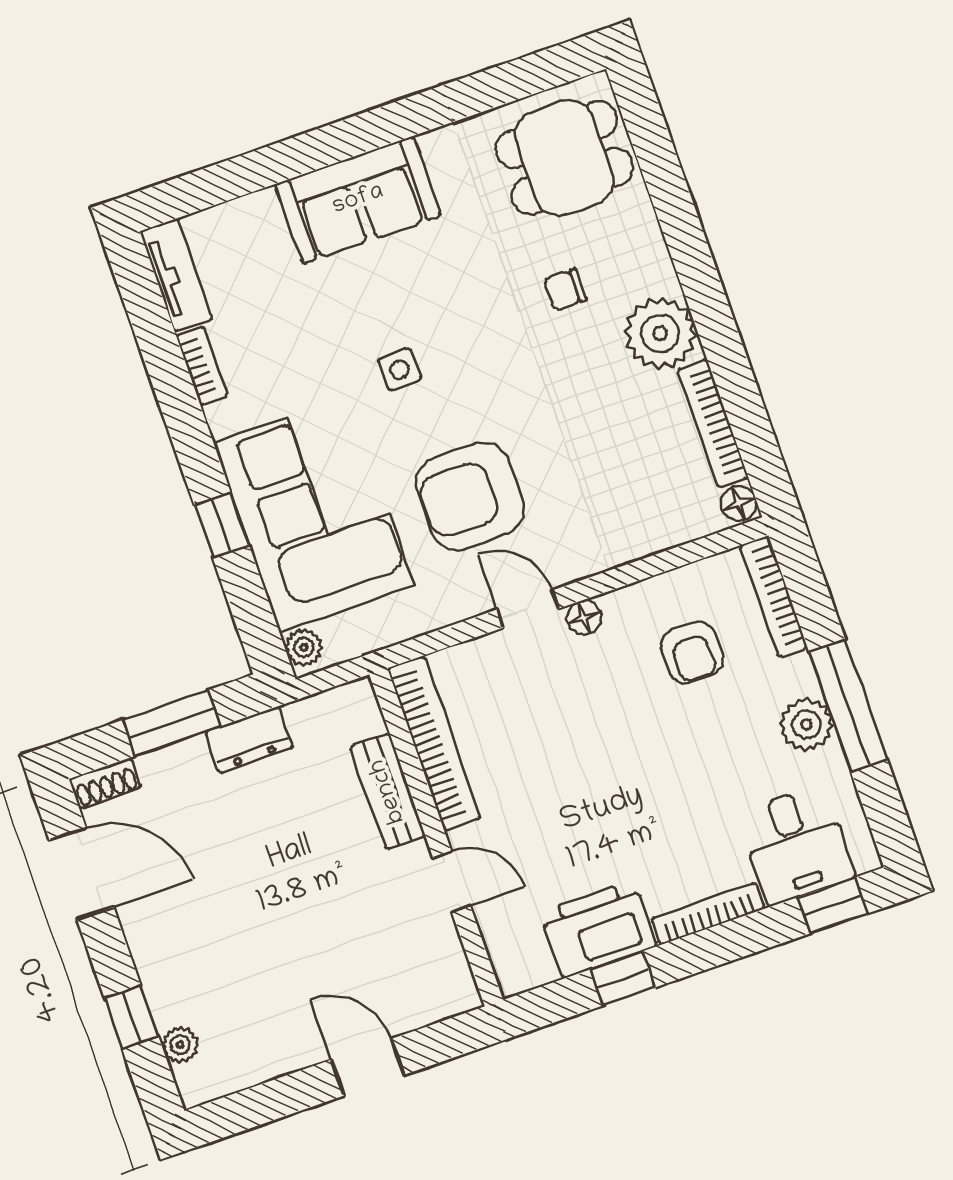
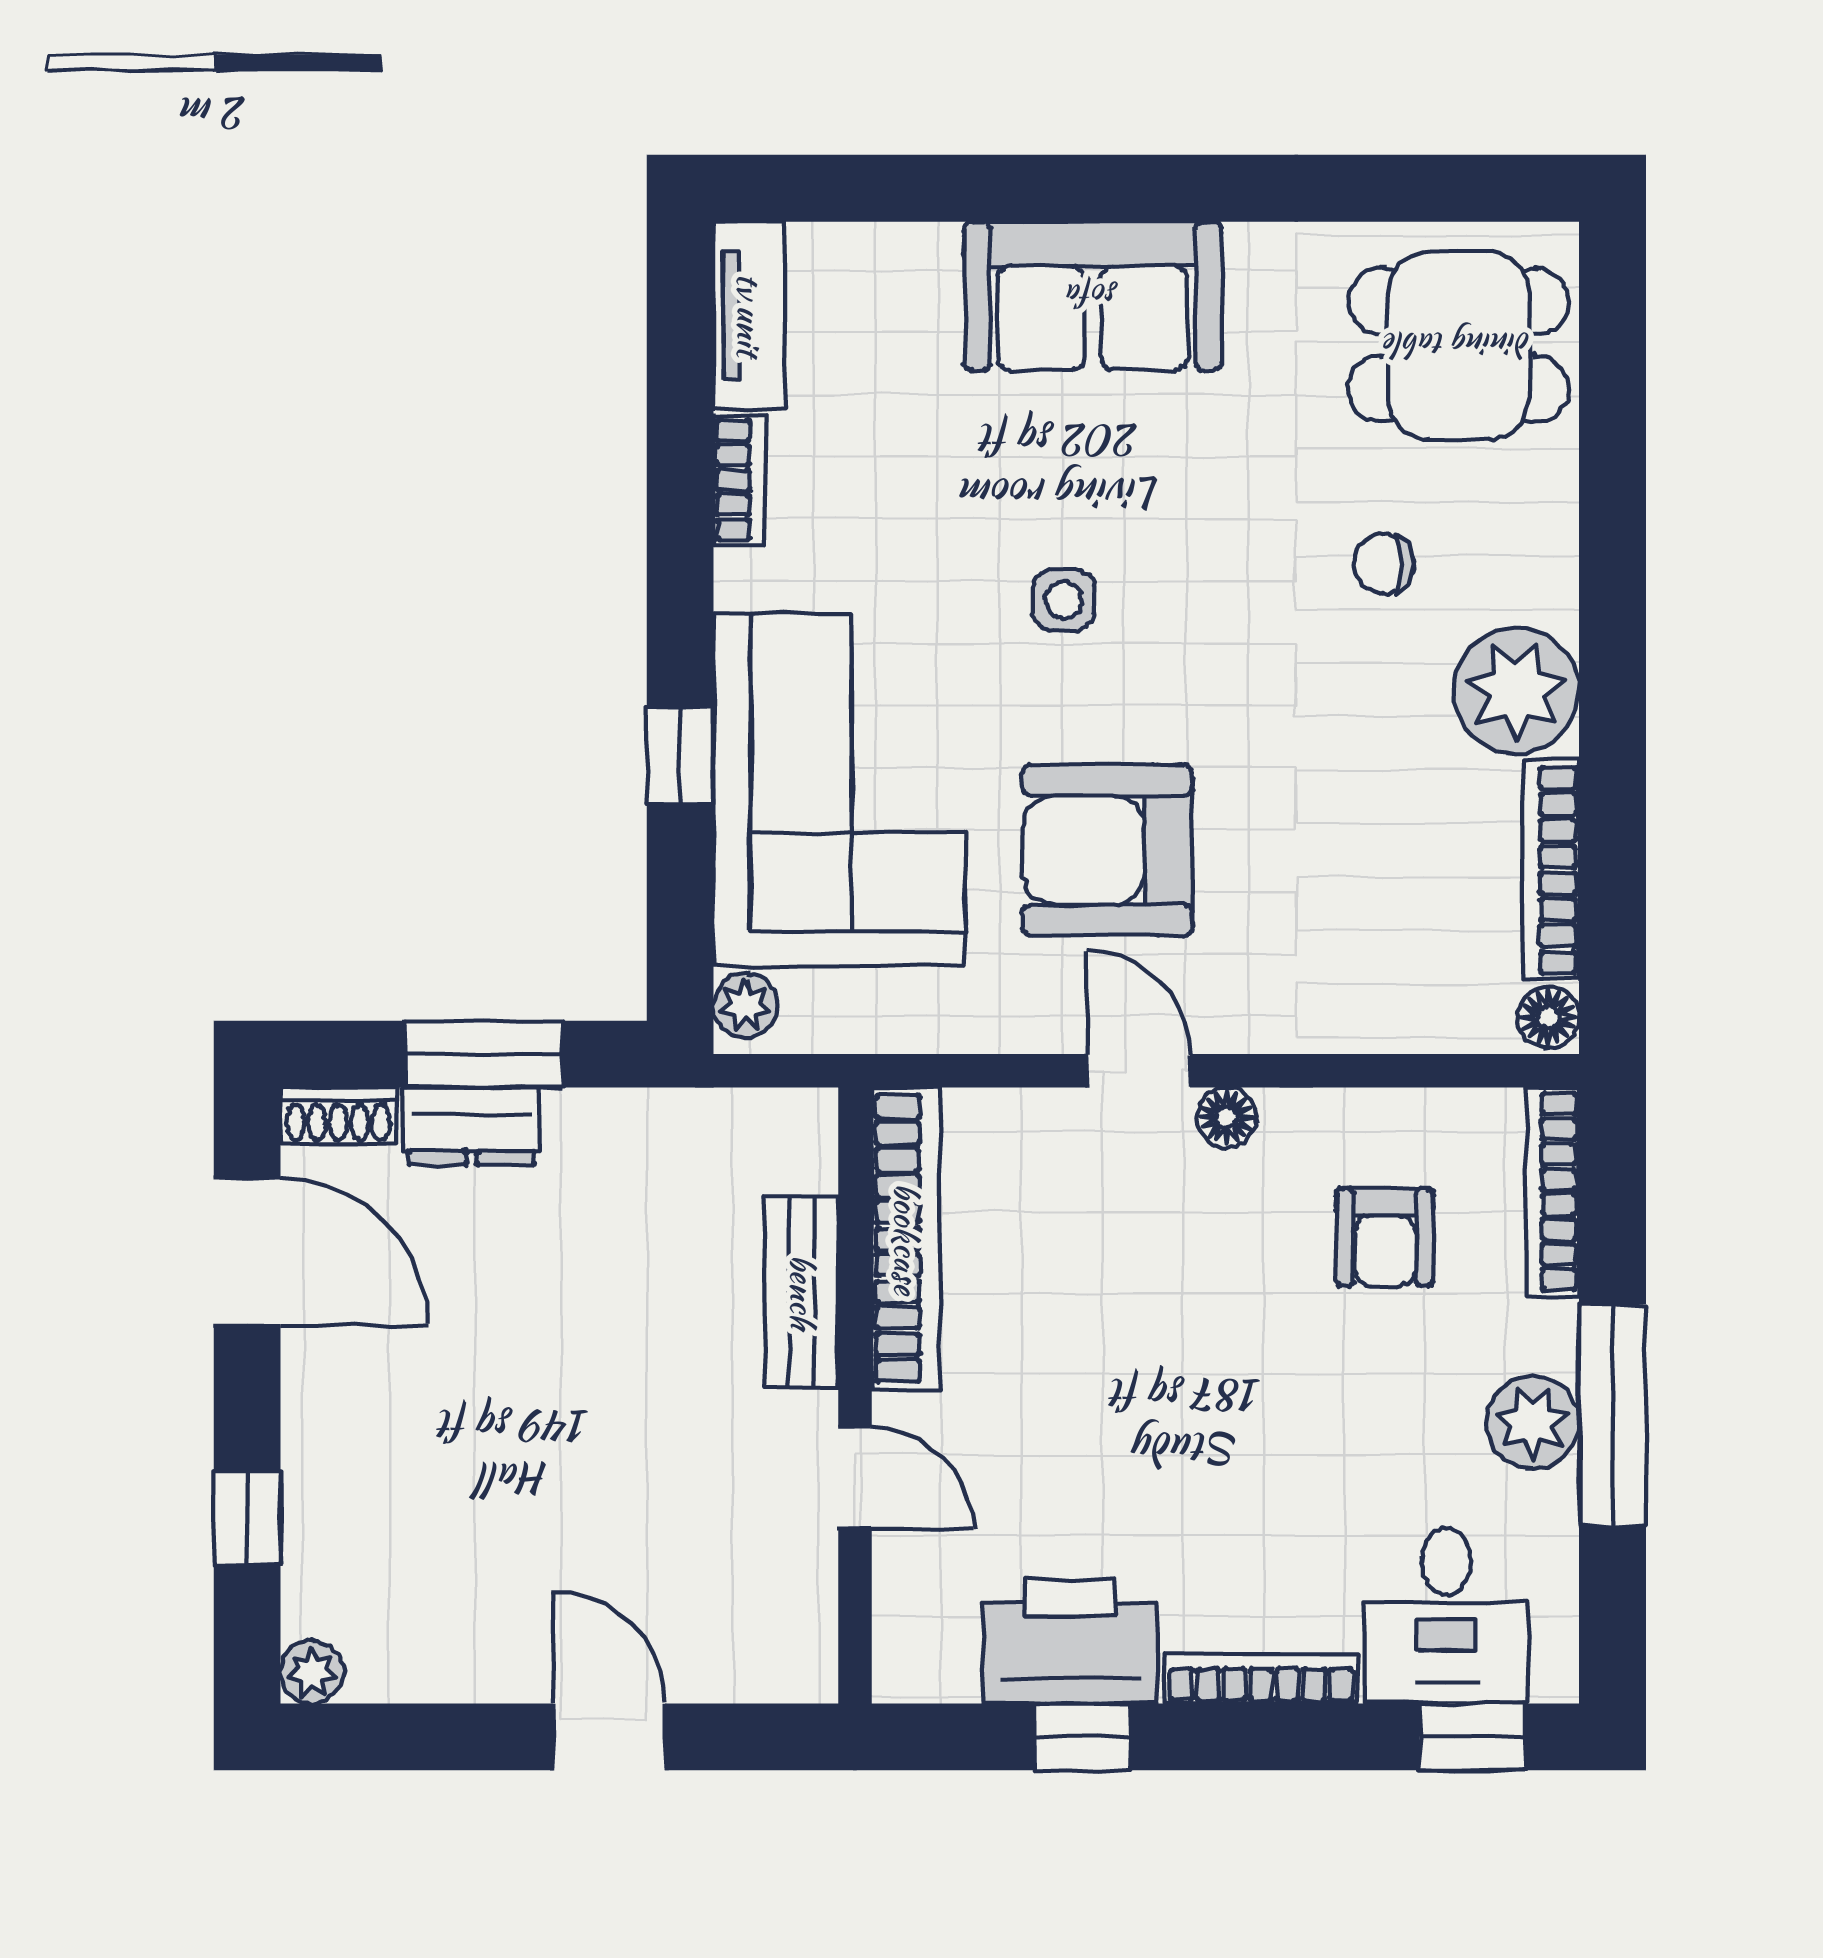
dresser: (249, 740) -> (471, 1126), moved
plant: (180, 1045) -> (312, 1672), moved

